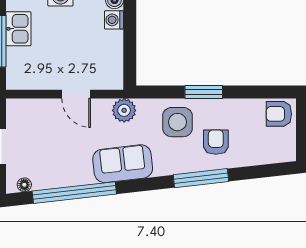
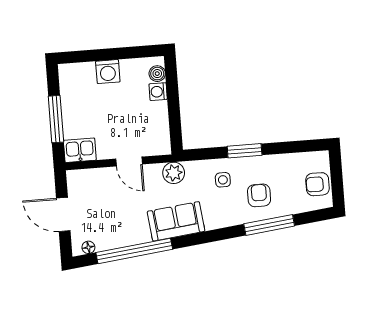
kitchen sink: (18, 29) -> (80, 150), moved, turned -90
armchair: (279, 114) -> (318, 184), moved
side table: (177, 122) -> (223, 180), width x0.54, depth x0.54
window: (201, 178) -> (269, 225), moved

